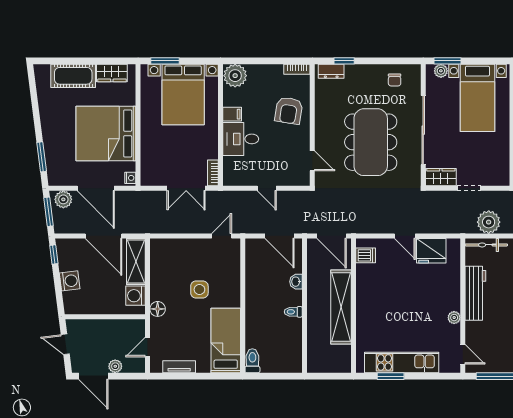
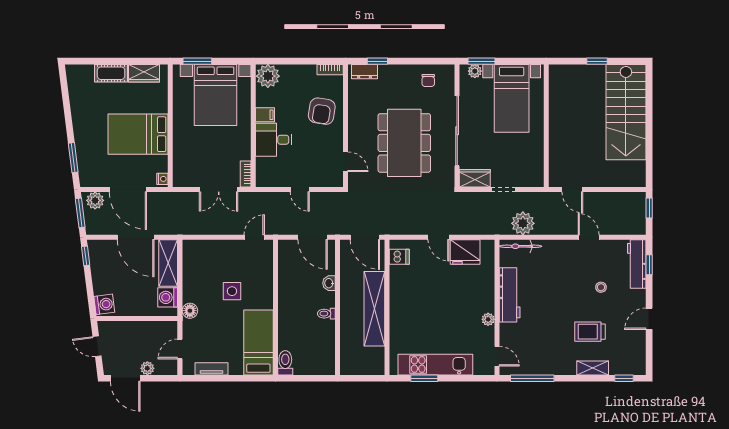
cot: (73, 76) -> (111, 73), width x0.73, depth x0.75
bed: (106, 133) -> (138, 134), width x0.73
washing machine: (70, 281) -> (104, 304), moved

